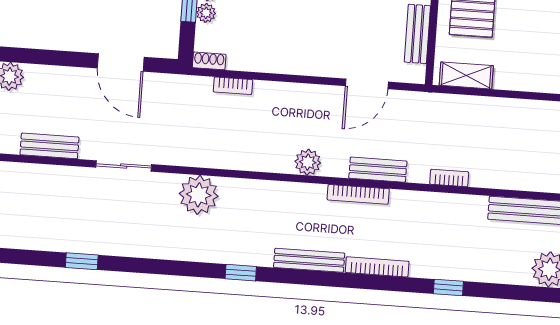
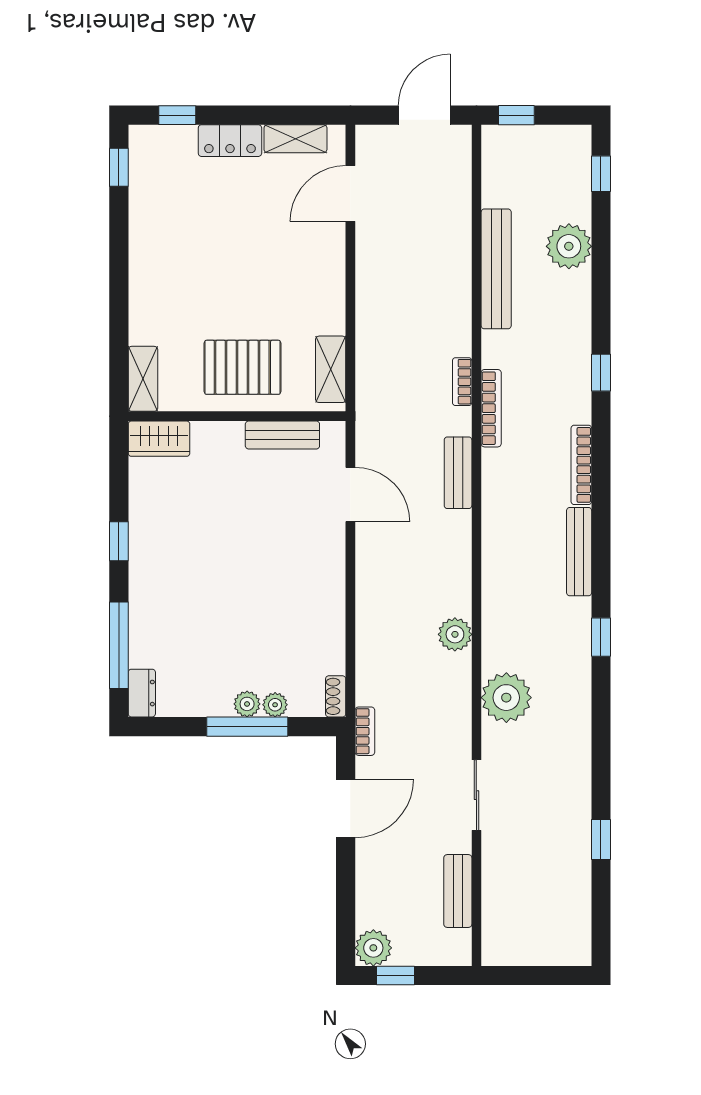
bookcase: (233, 86) -> (365, 731), moved
plant: (308, 162) -> (455, 634), moved
bookcase: (358, 194) -> (491, 408), moved

